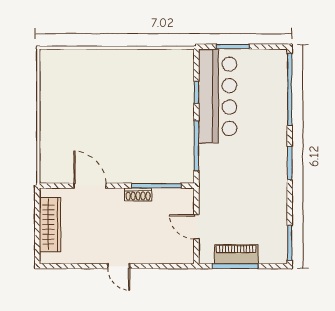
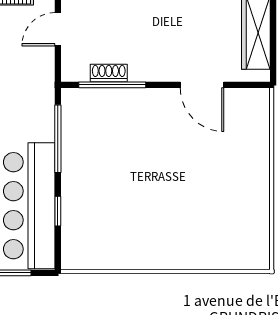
shoe rack: (138, 194) -> (109, 73), moved
door: (196, 227) -> (58, 29), swing flipped

